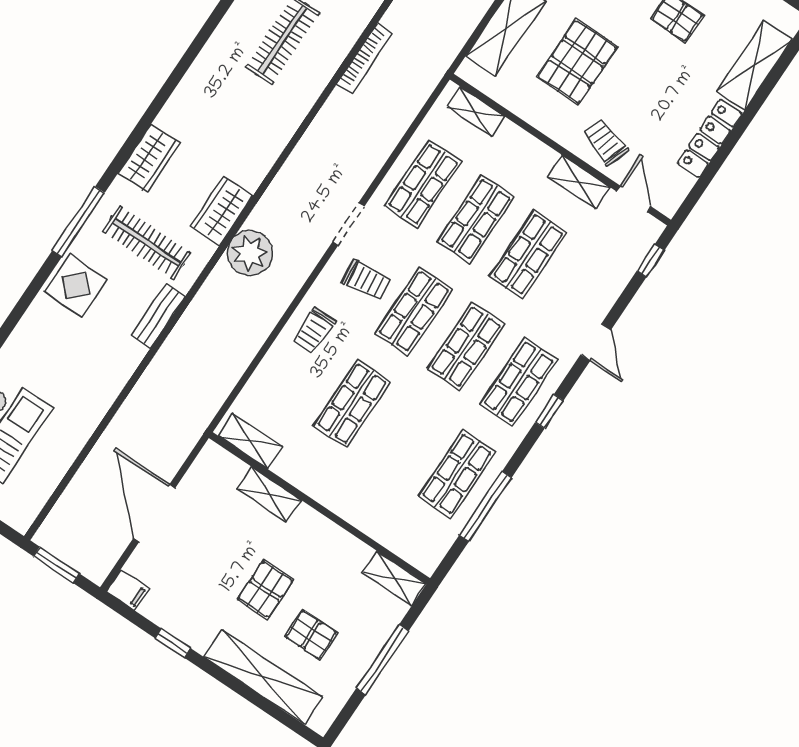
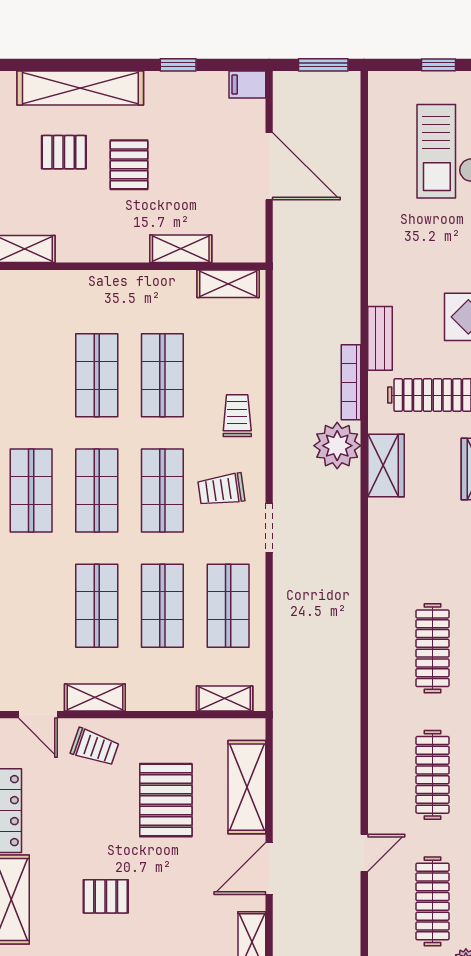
bookcase: (365, 59) -> (351, 382), moved
shop shelf: (457, 474) -> (97, 375), moved

